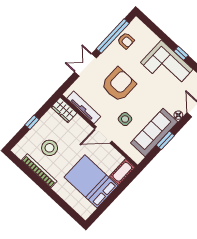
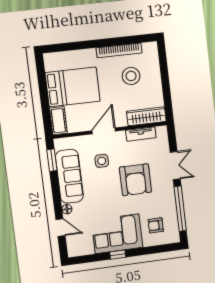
armchair: (126, 41) -> (156, 225), moved
tv unit: (84, 107) -> (141, 134), width x0.71
wardrobe: (64, 110) -> (146, 116), width x1.50
window: (32, 122) -> (165, 80), removed
window: (165, 140) -> (52, 160), moved

